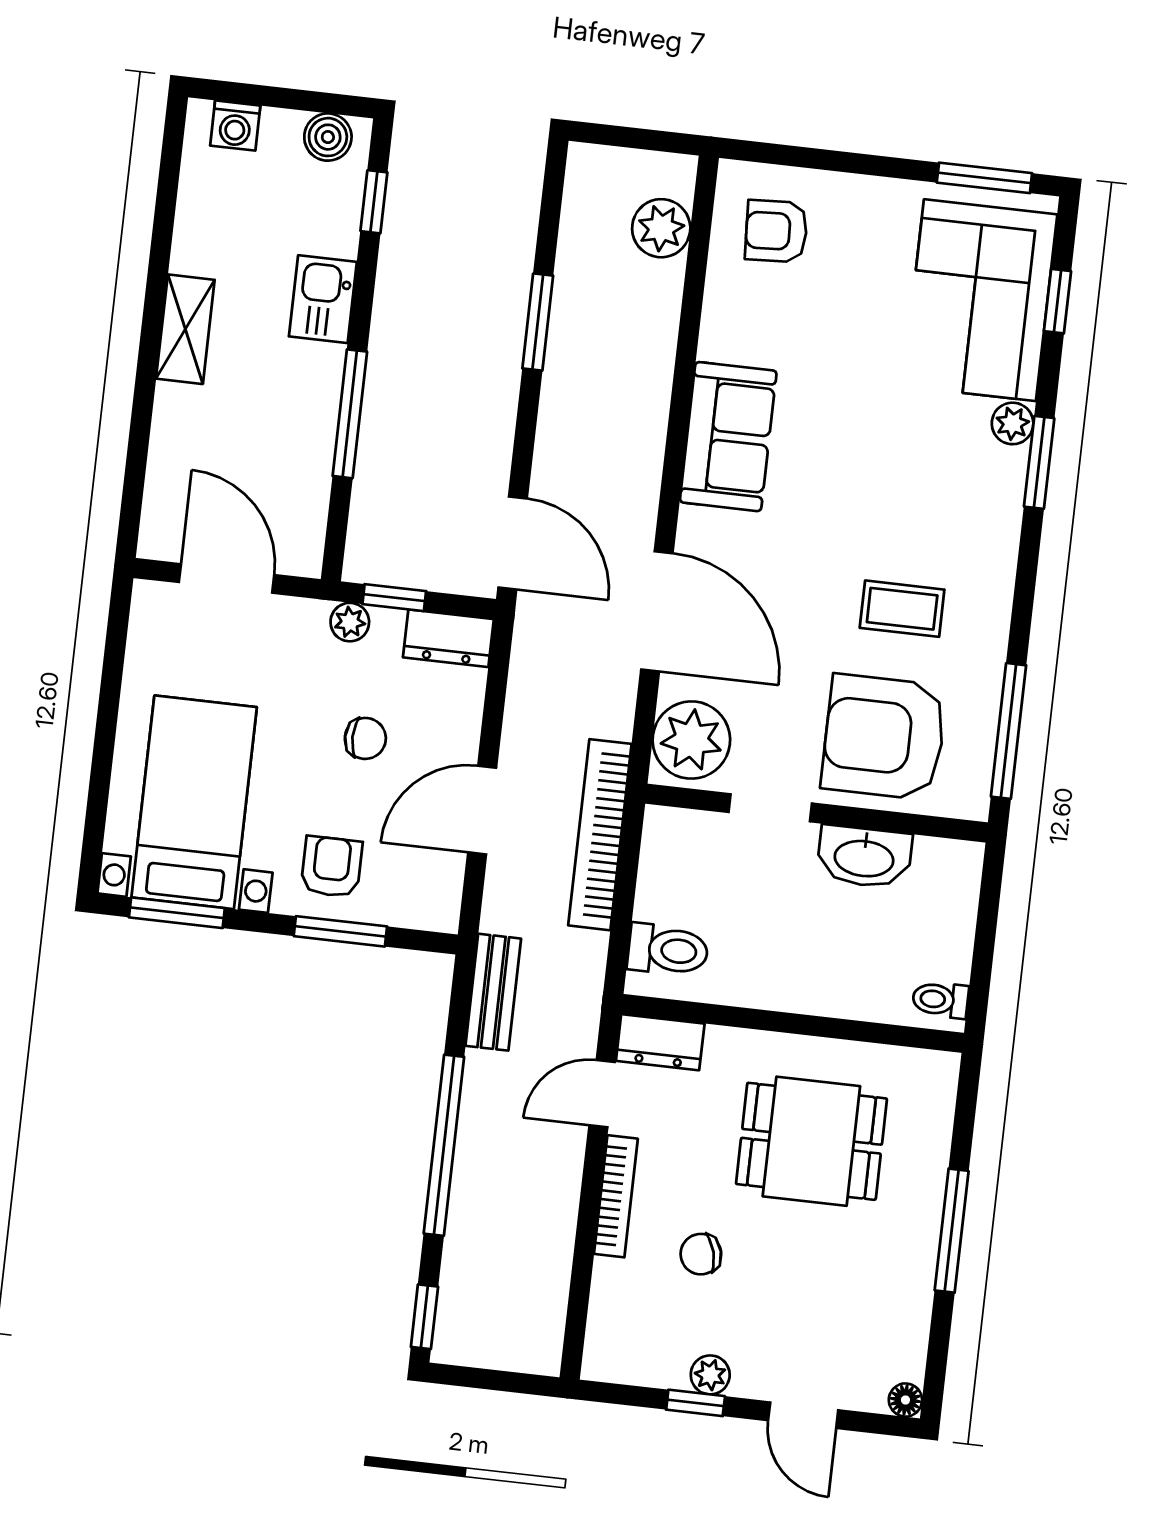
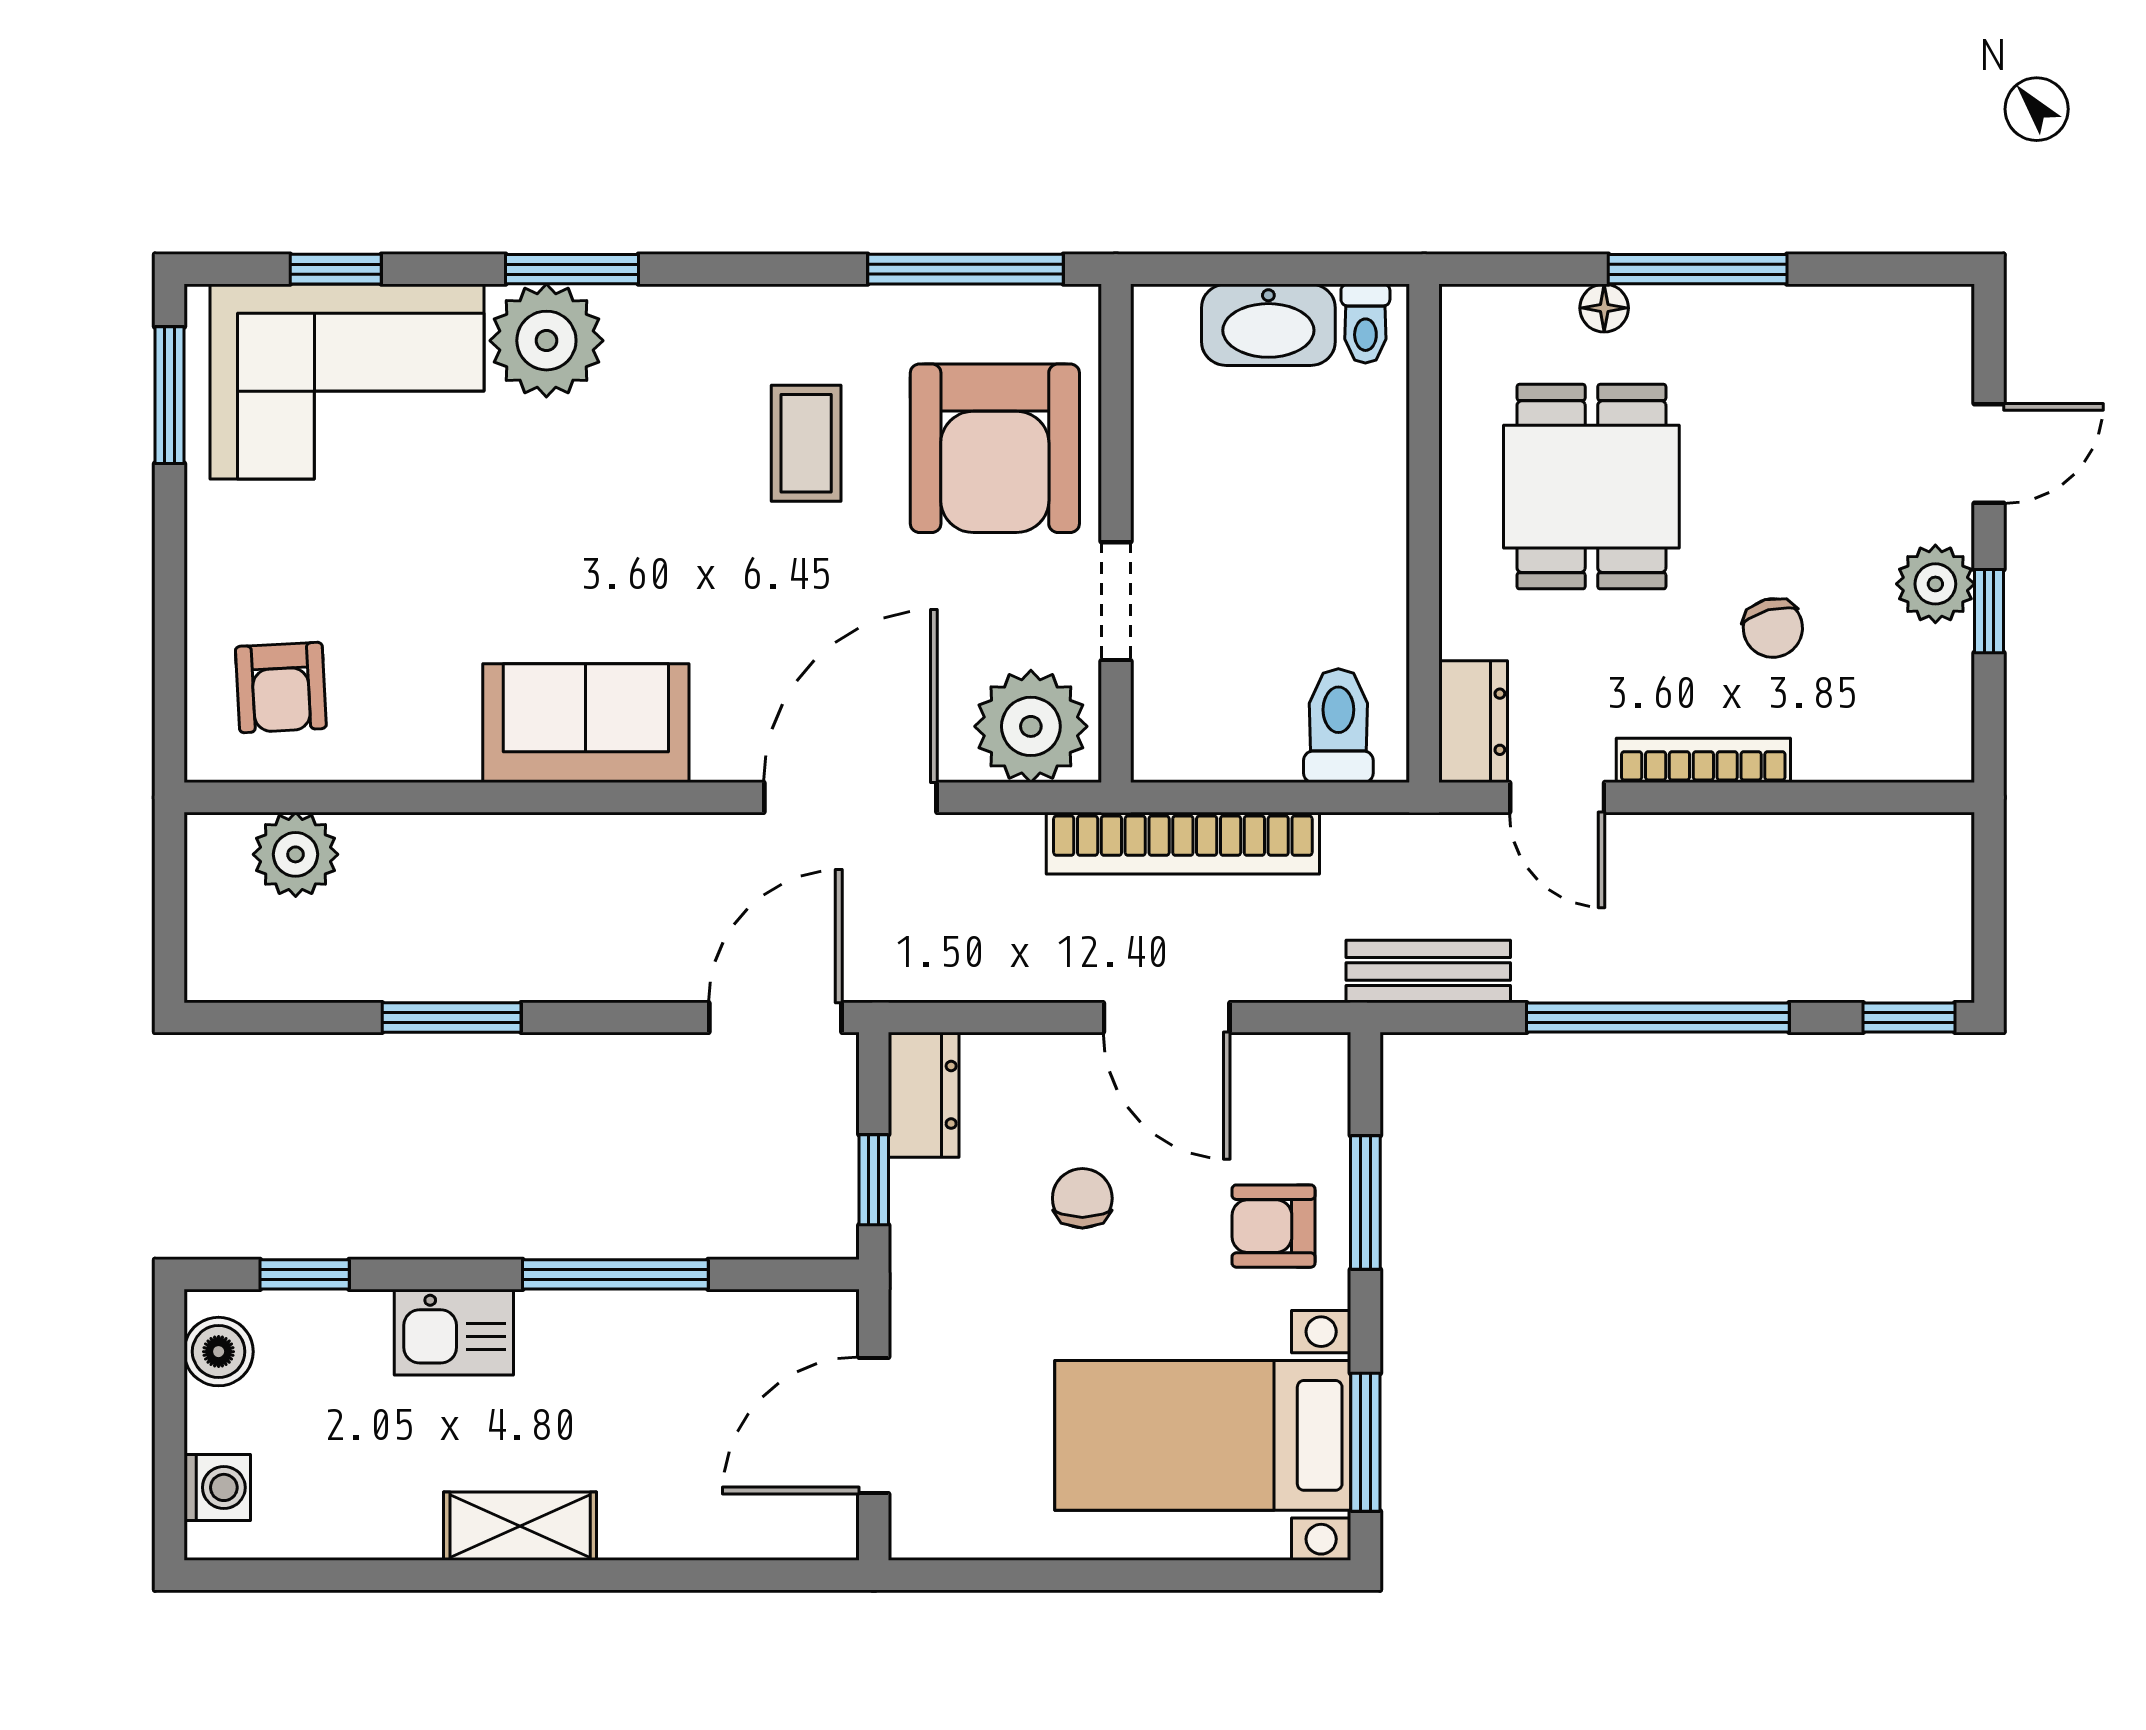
plant: (1013, 423) -> (546, 341), width x1.87, depth x1.87
plant: (350, 622) -> (917, 1240), removed
washbasin: (864, 857) -> (1268, 325), moved, turned 90
plant: (710, 1375) -> (1935, 584), width x1.38, depth x1.38
floor lamp: (905, 1400) -> (1604, 308), moved

